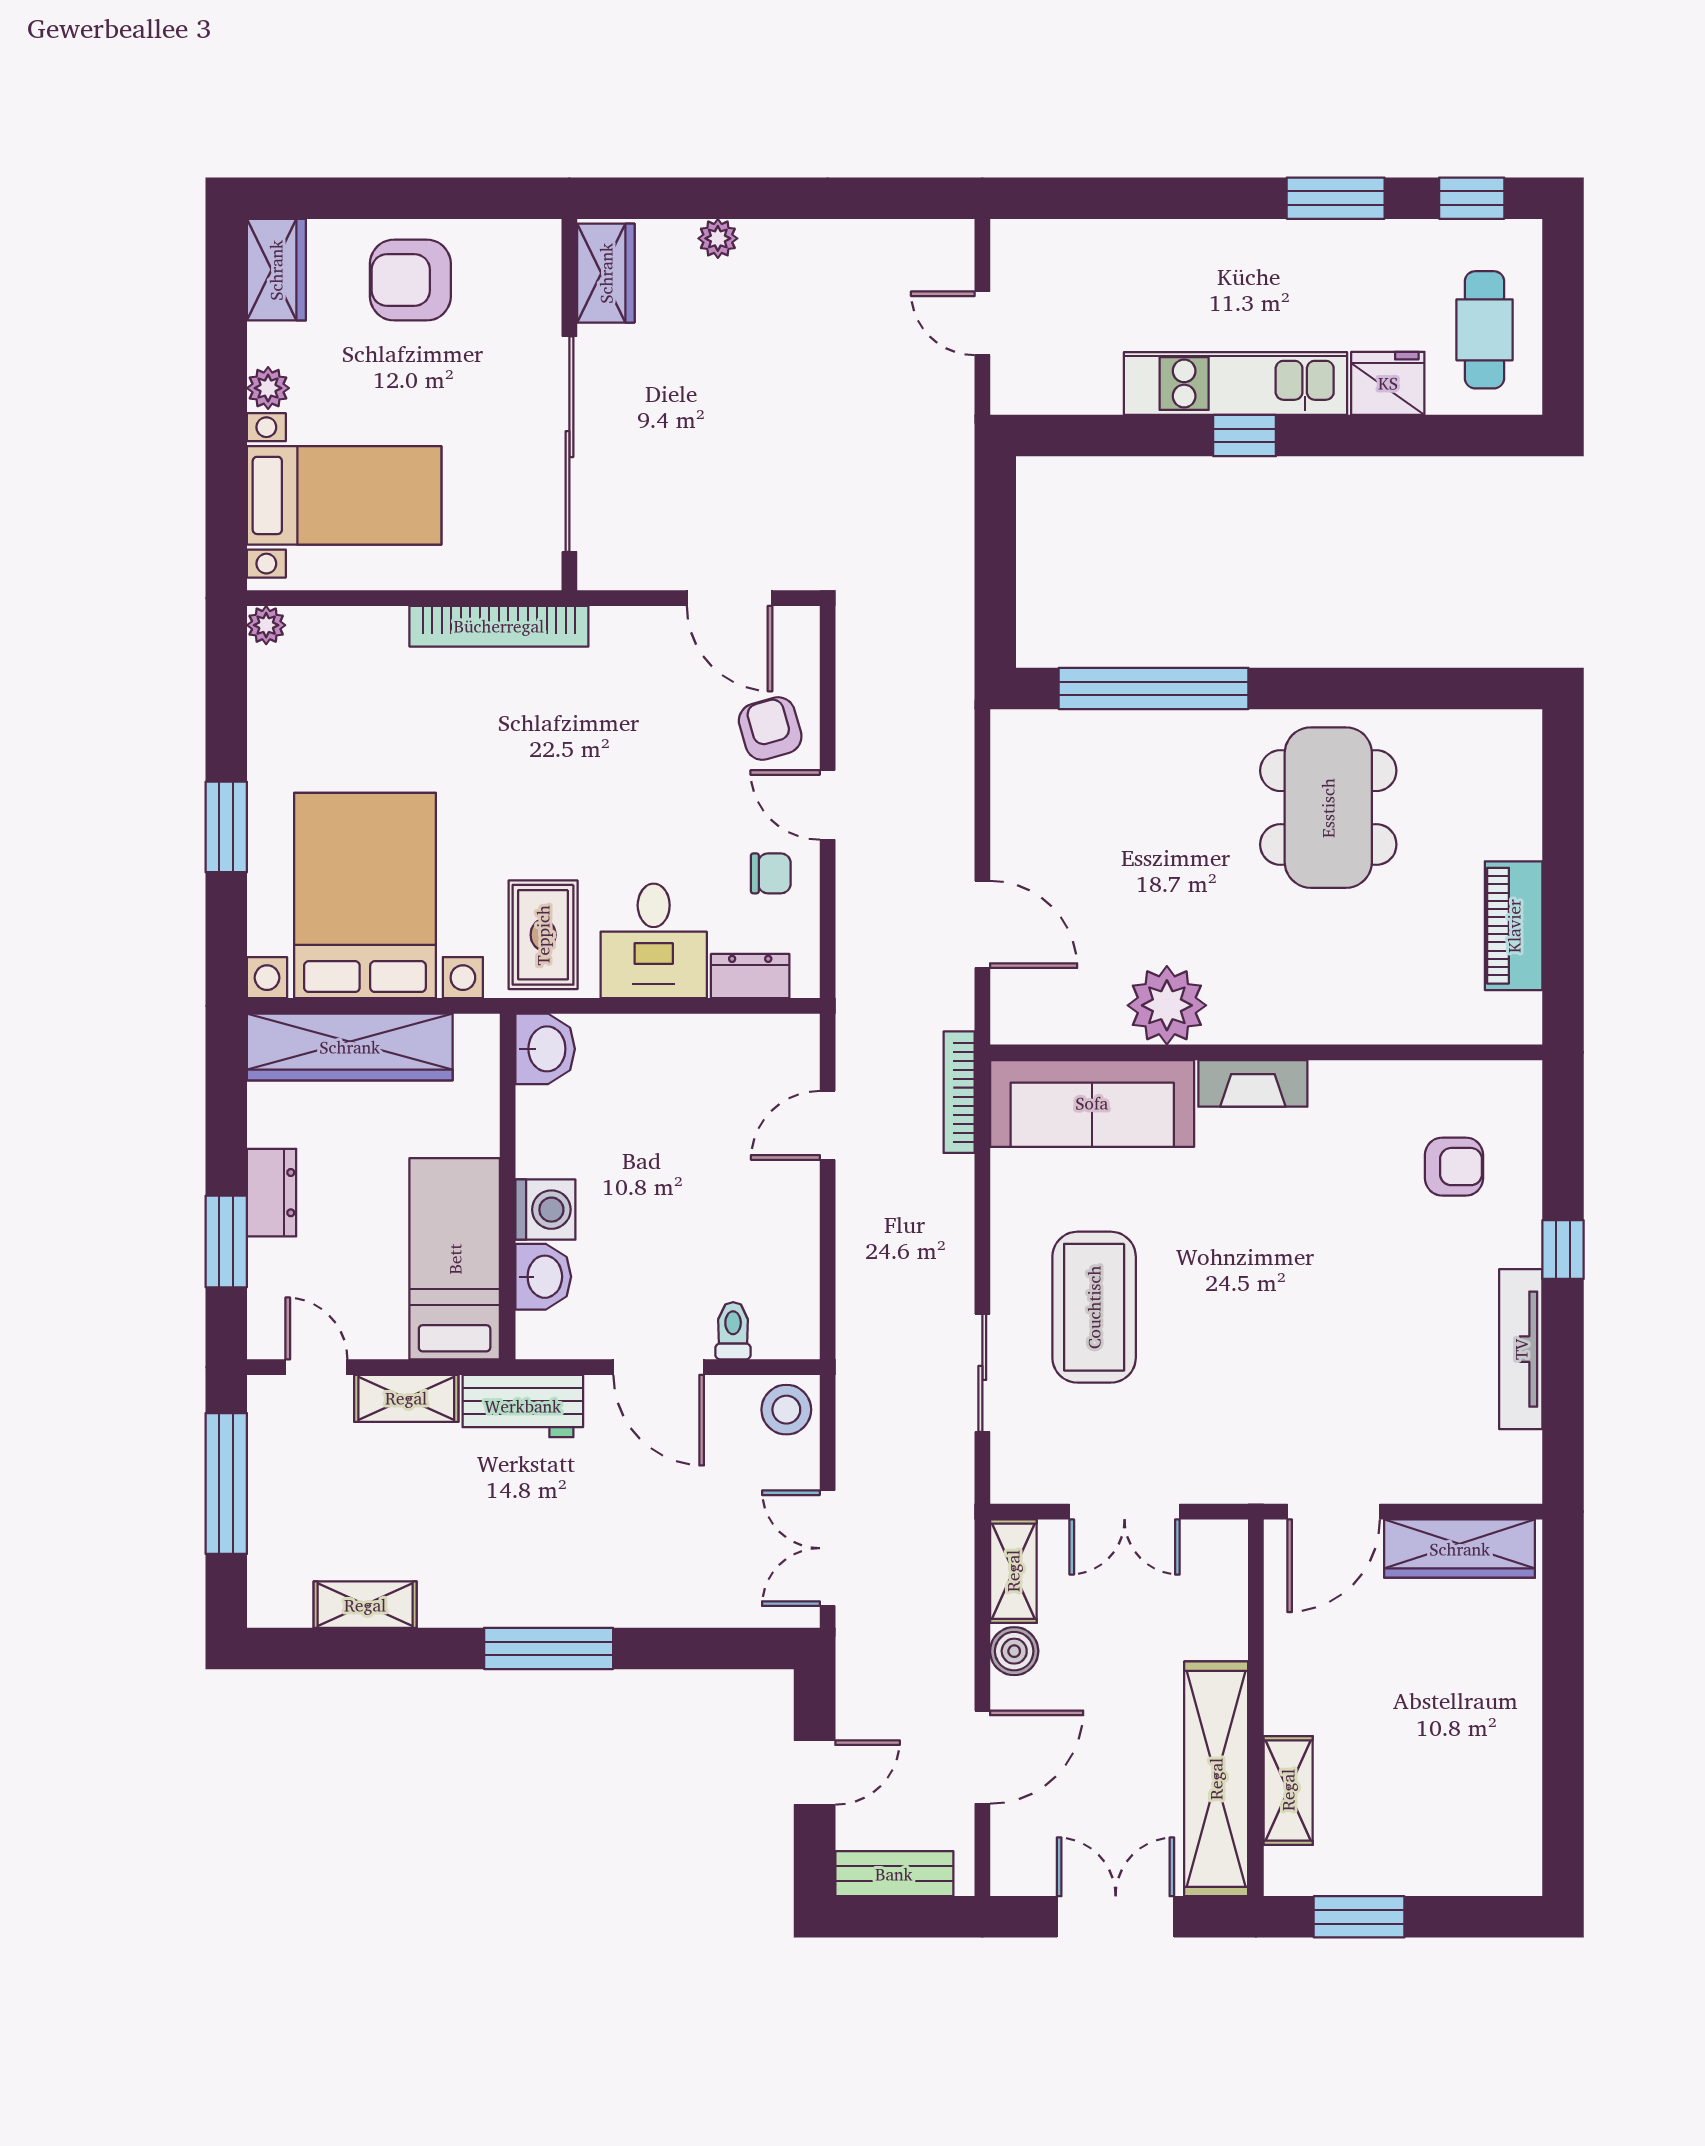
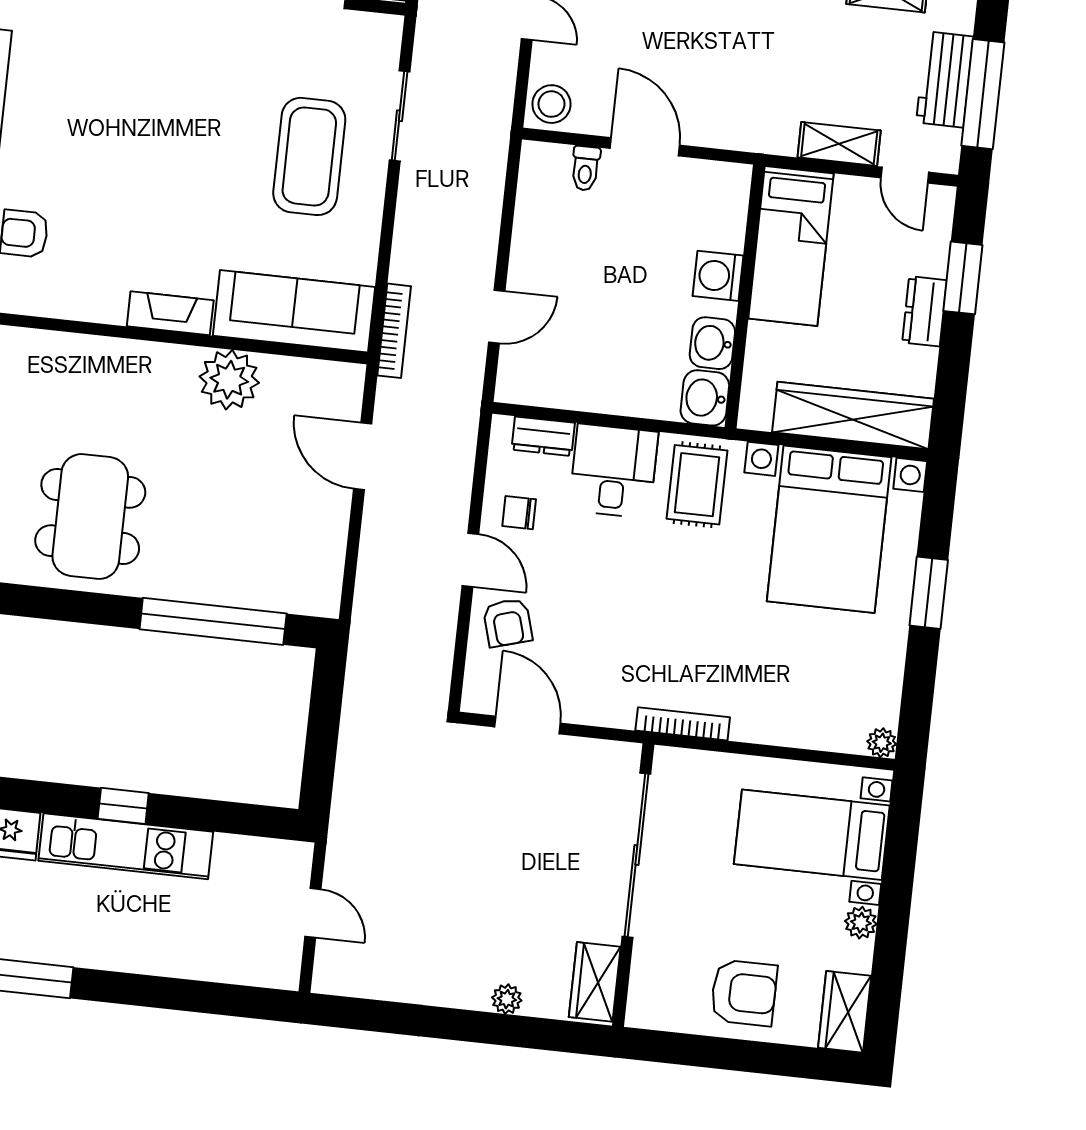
bookcase: (499, 626) -> (683, 724), width x0.68, depth x0.76
washbasin: (543, 1277) -> (712, 343), moved
workbench: (523, 1406) -> (945, 79), moved, turned -90

